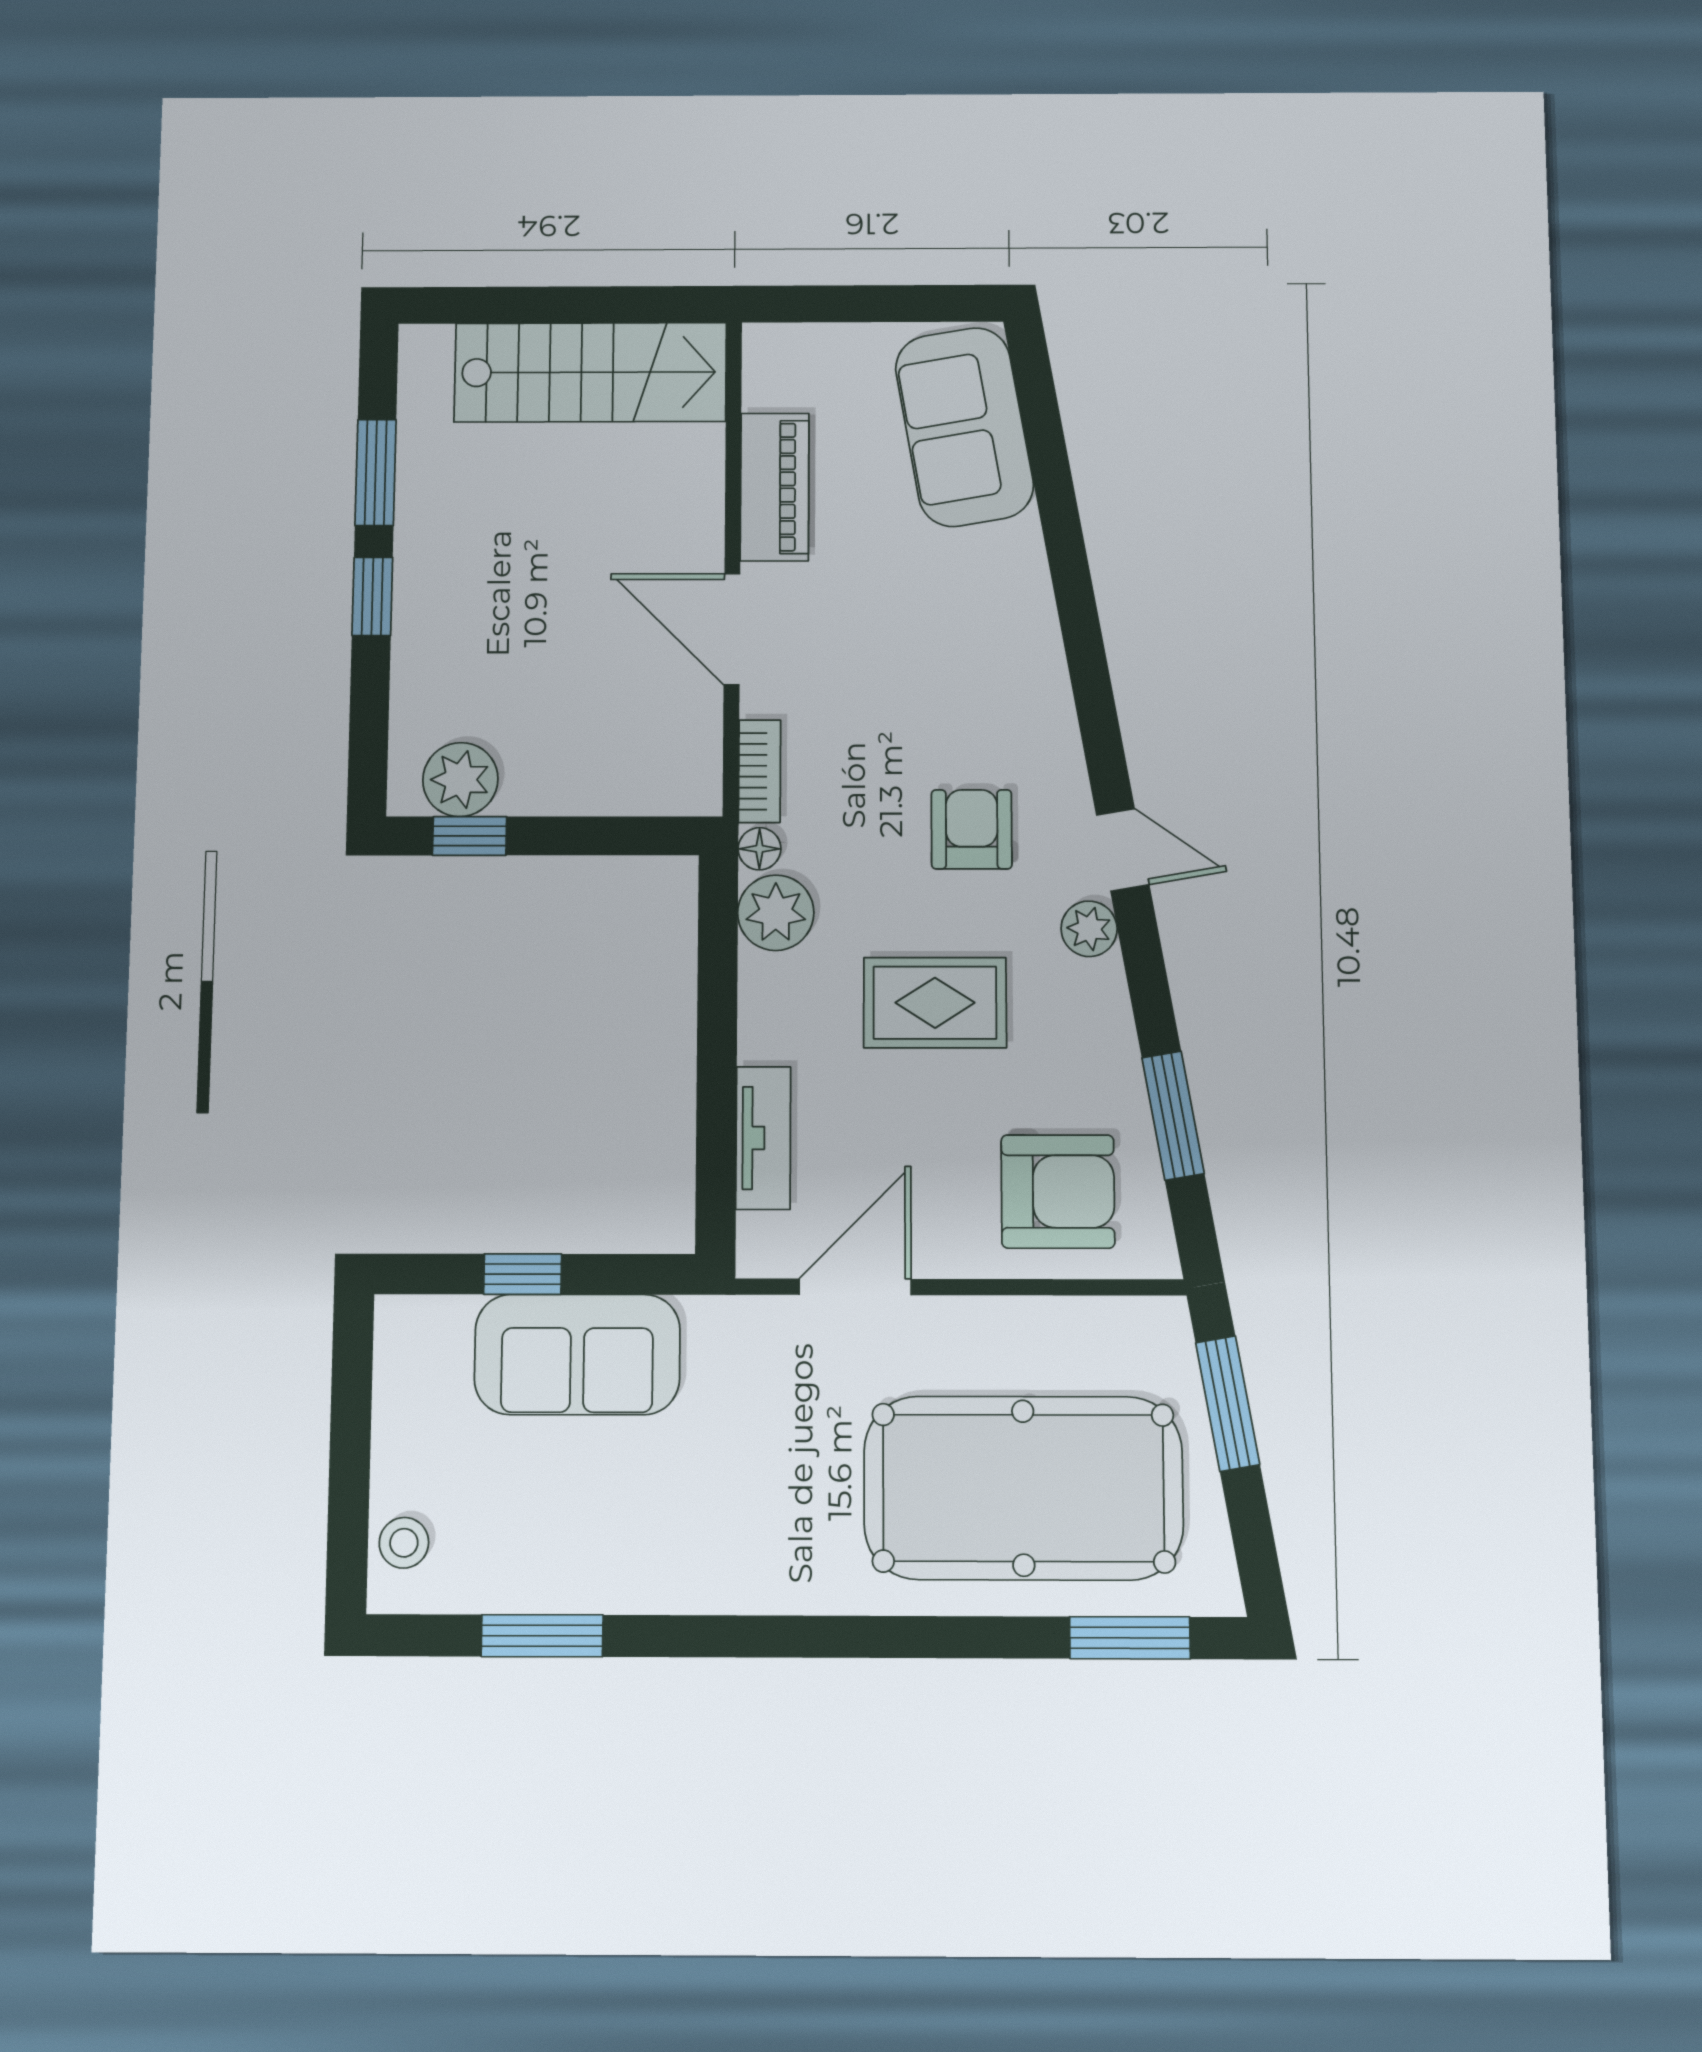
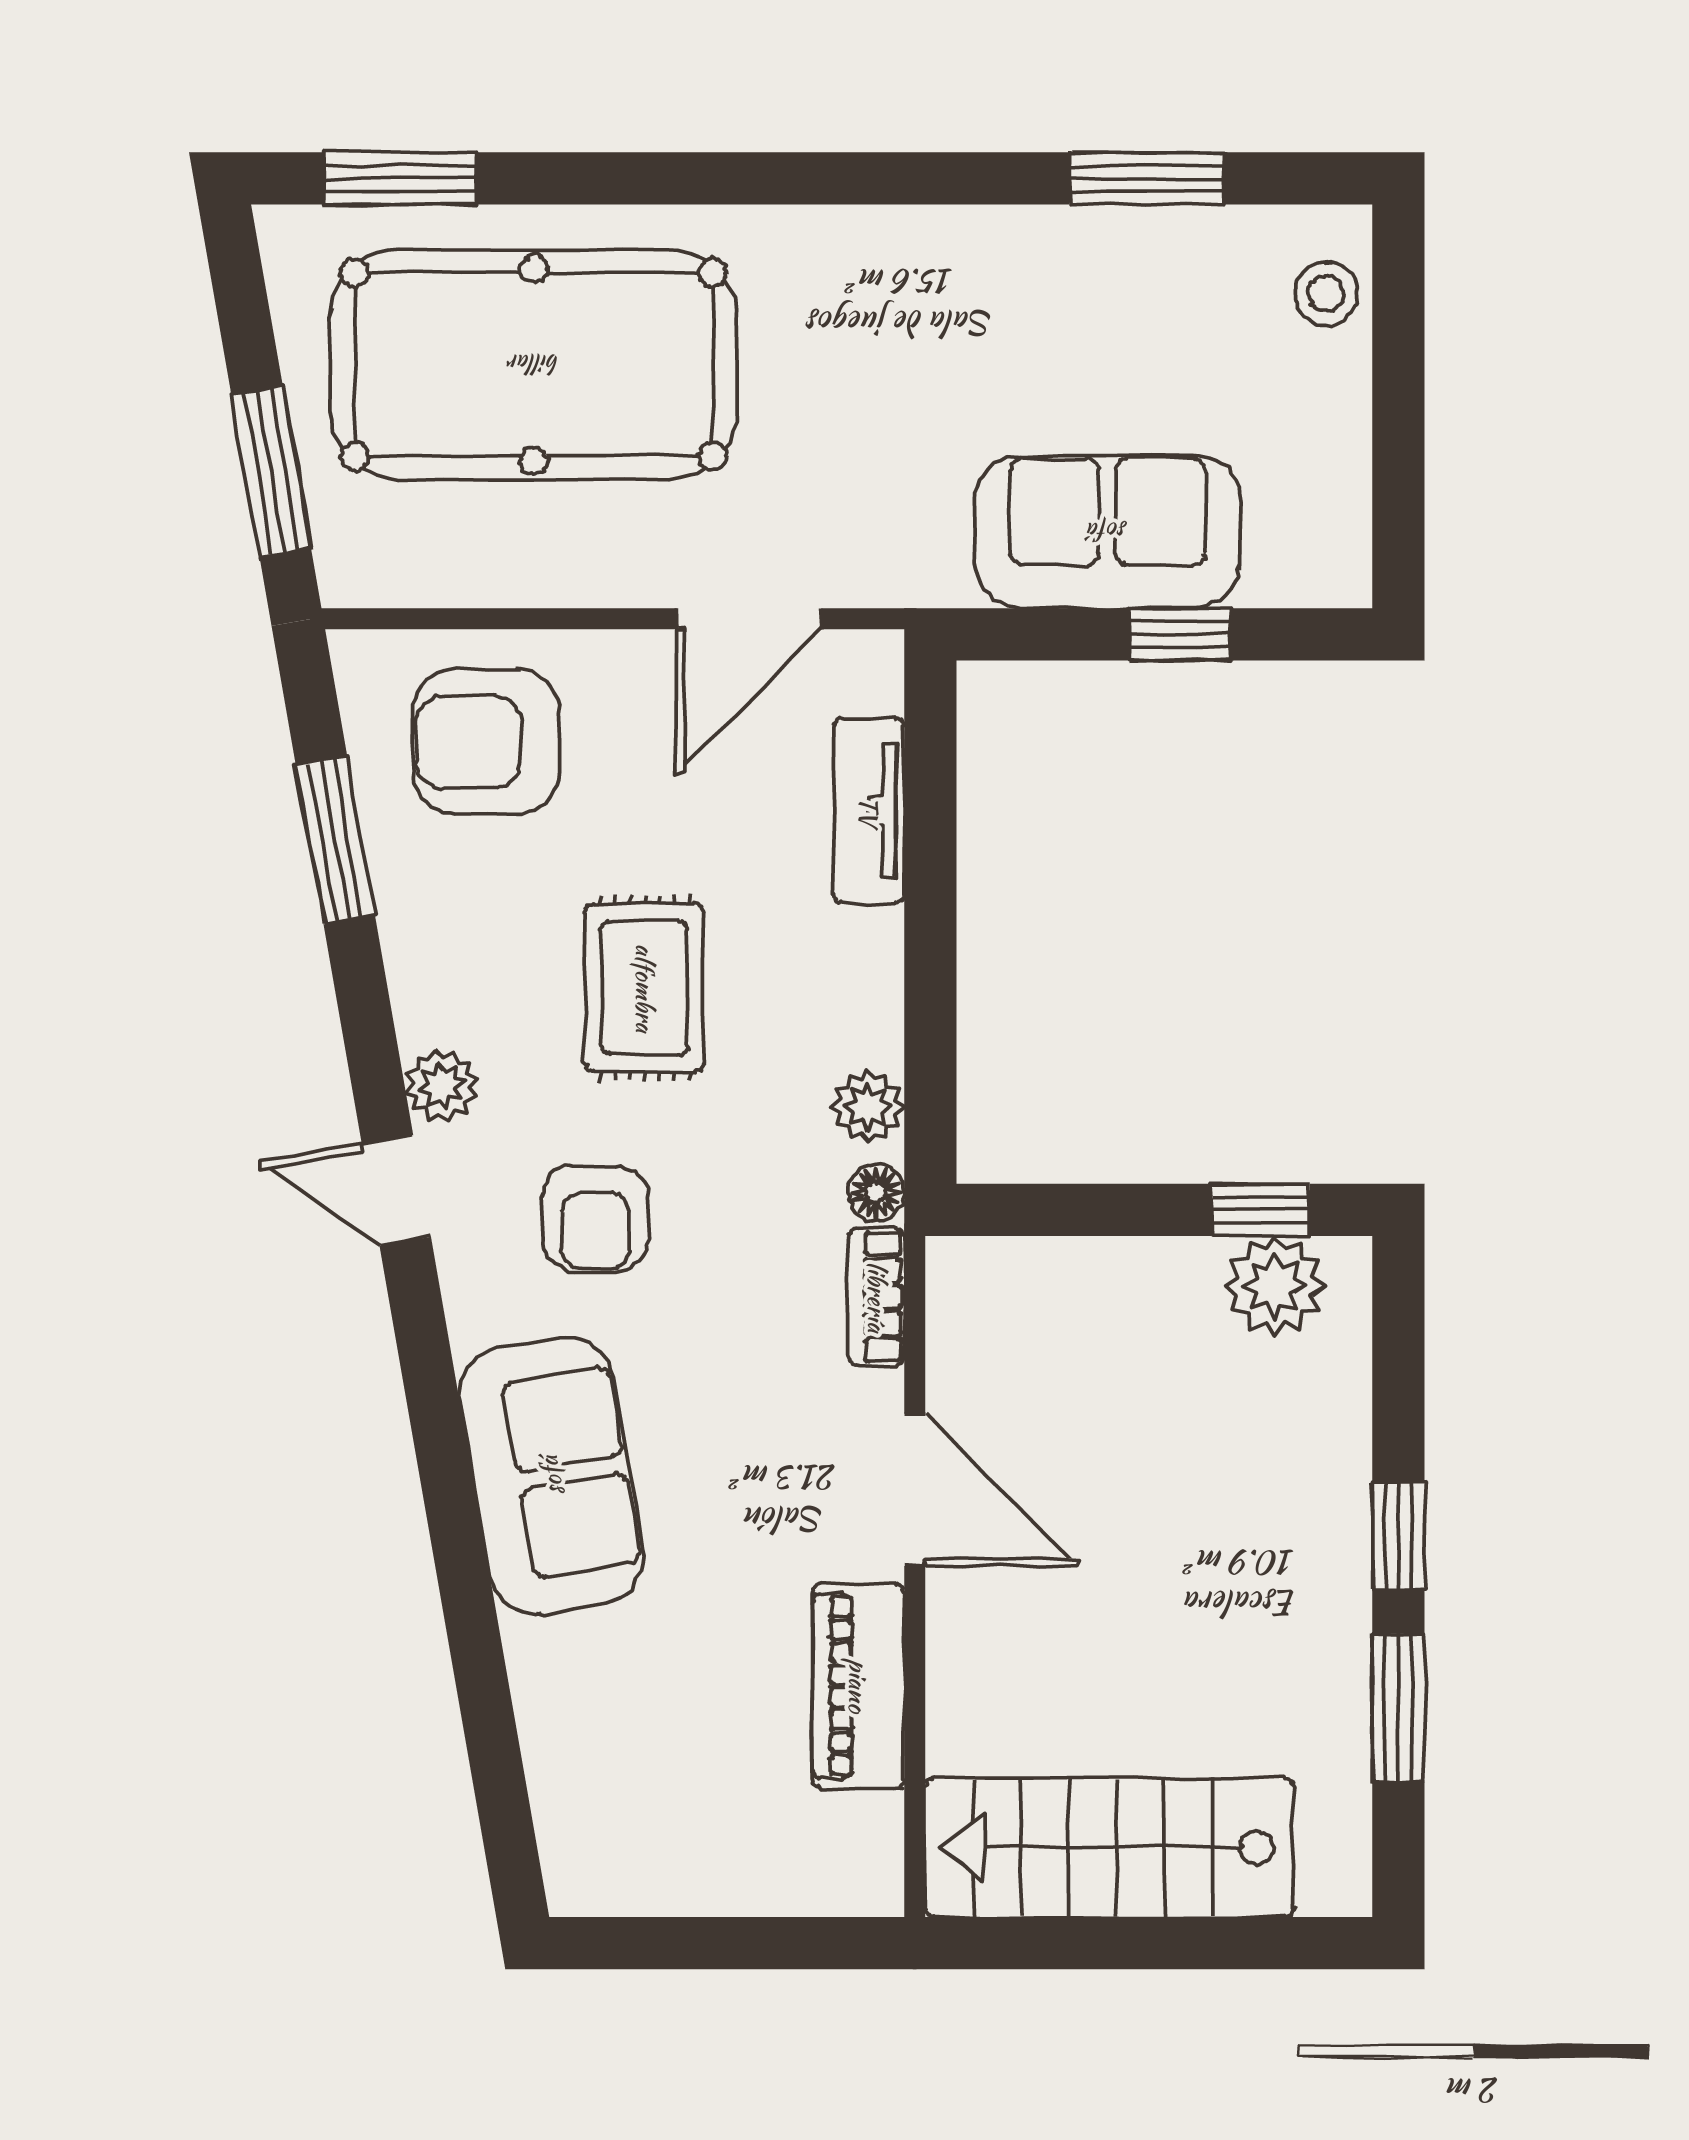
sofa: (964, 427) -> (551, 1476), moved
plant: (776, 913) -> (868, 1107), width x0.73, depth x0.73
rug: (935, 1003) -> (645, 988), turned 90

